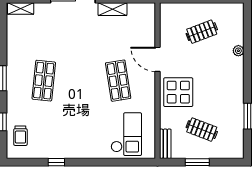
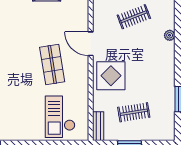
clothes rail: (202, 130) -> (134, 112), turned -30
checkout: (126, 134) -> (60, 117), turned 180

